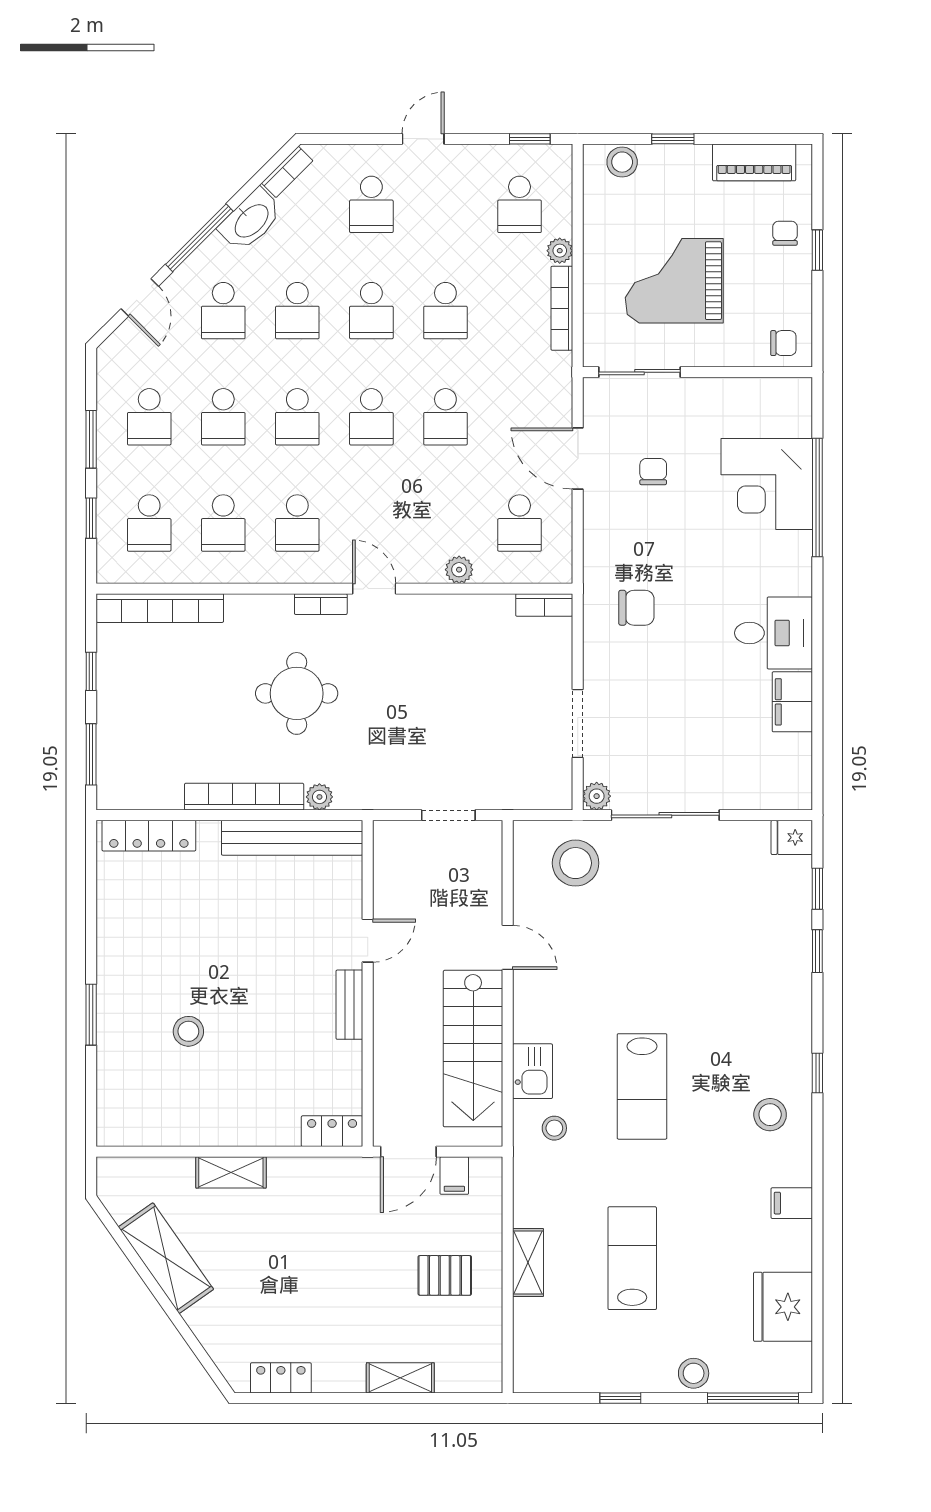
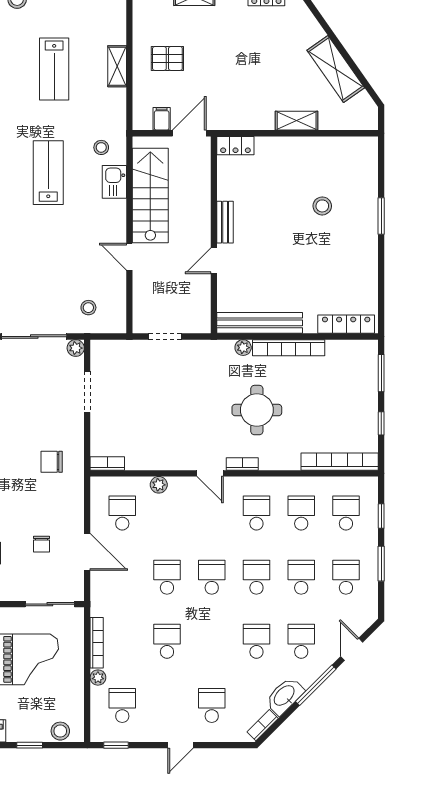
school desk: (371, 311) -> (212, 641), removed
stool: (576, 863) -> (88, 308), width x0.53, depth x0.53

